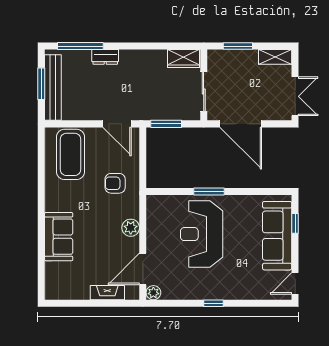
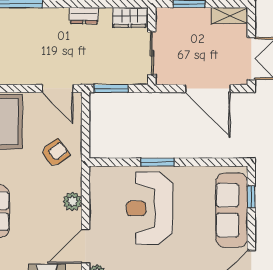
dresser: (105, 57) -> (84, 16), moved
door: (241, 124) -> (208, 88), moved
armchair: (115, 183) -> (55, 153), turned 143

